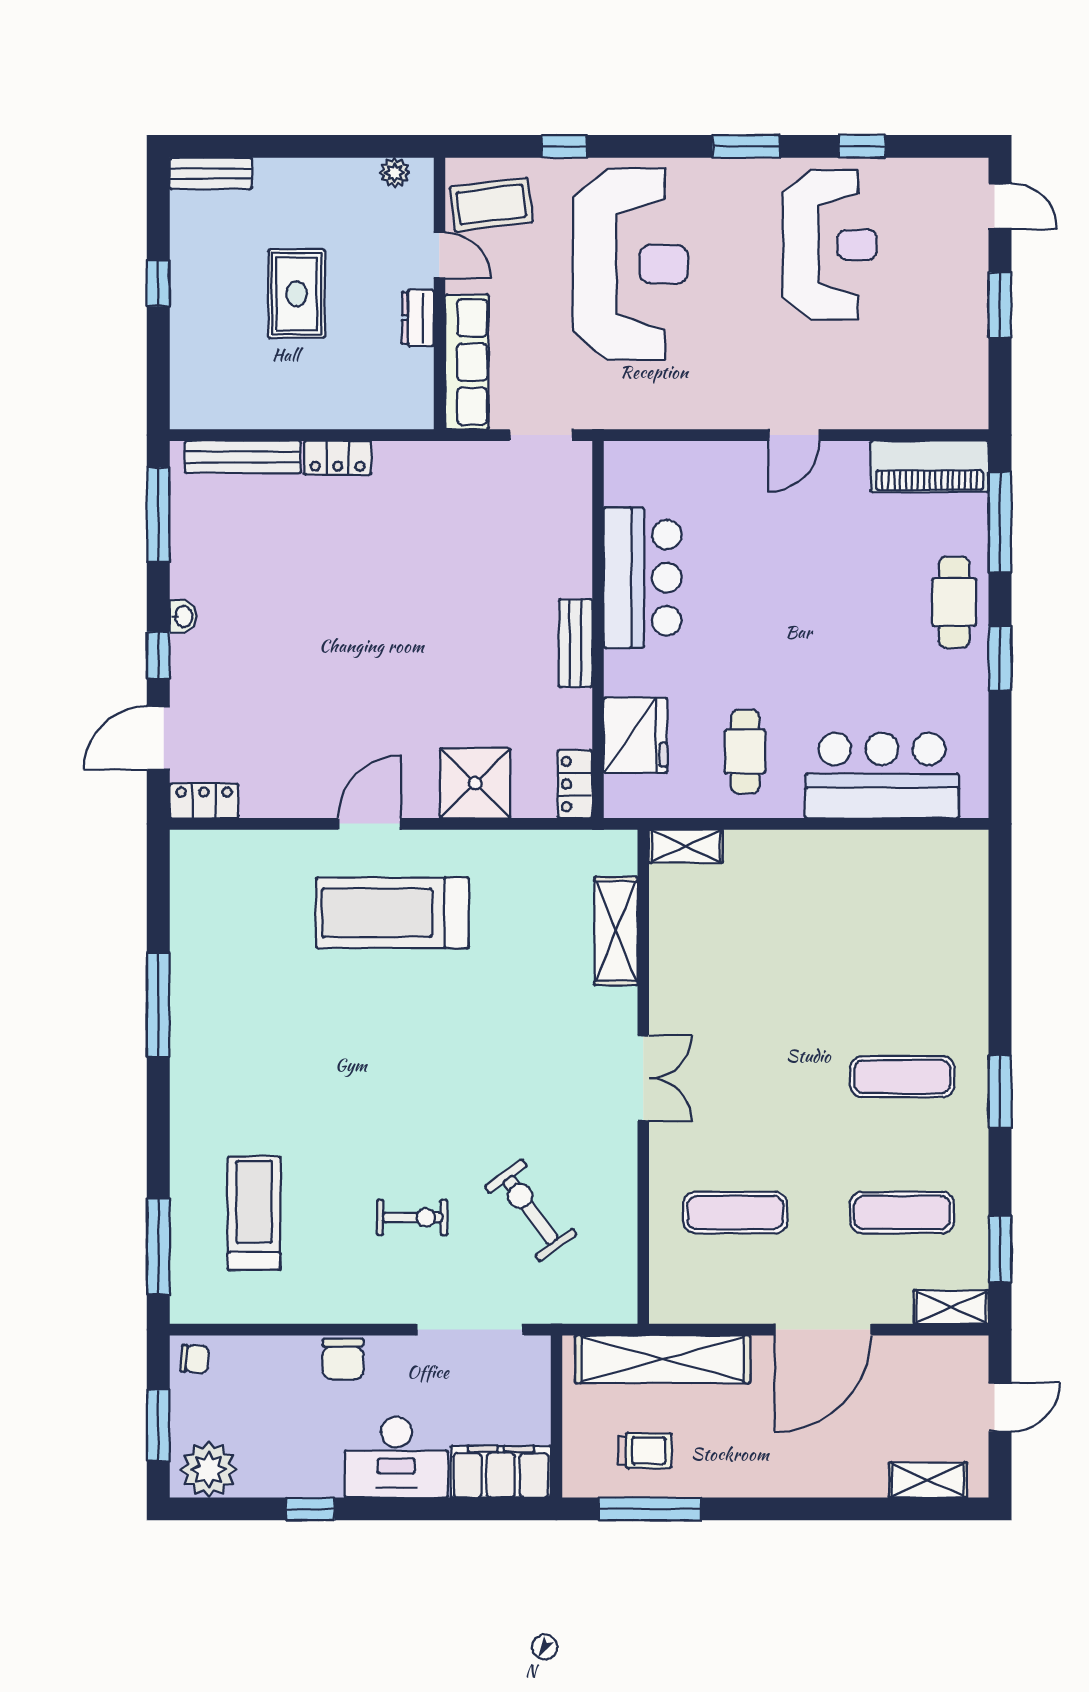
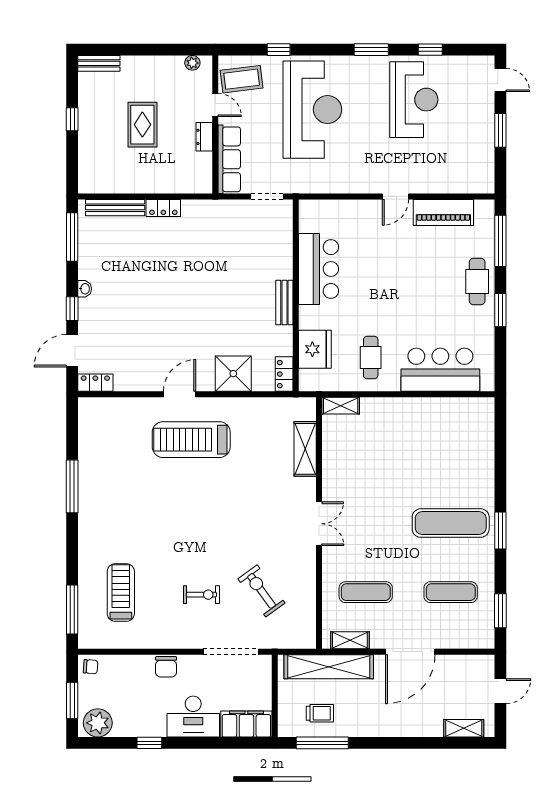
piano: (930, 466) -> (443, 212), moved
exercise mat: (902, 1077) -> (451, 523), width x1.36, depth x1.45
shelving: (951, 1307) -> (350, 640), moved

